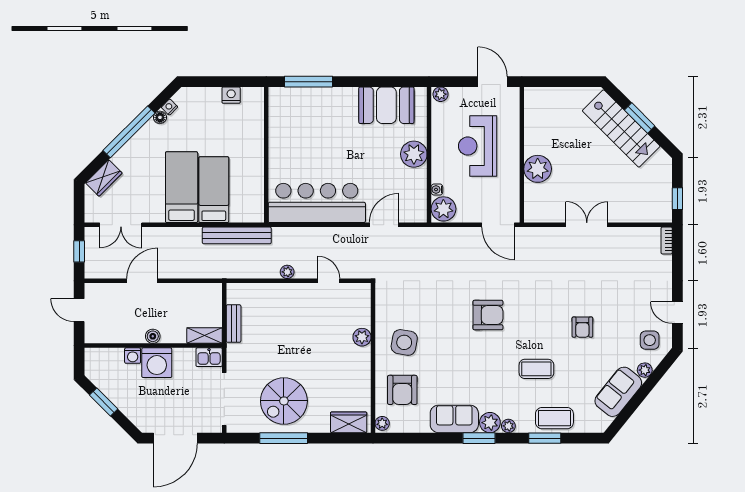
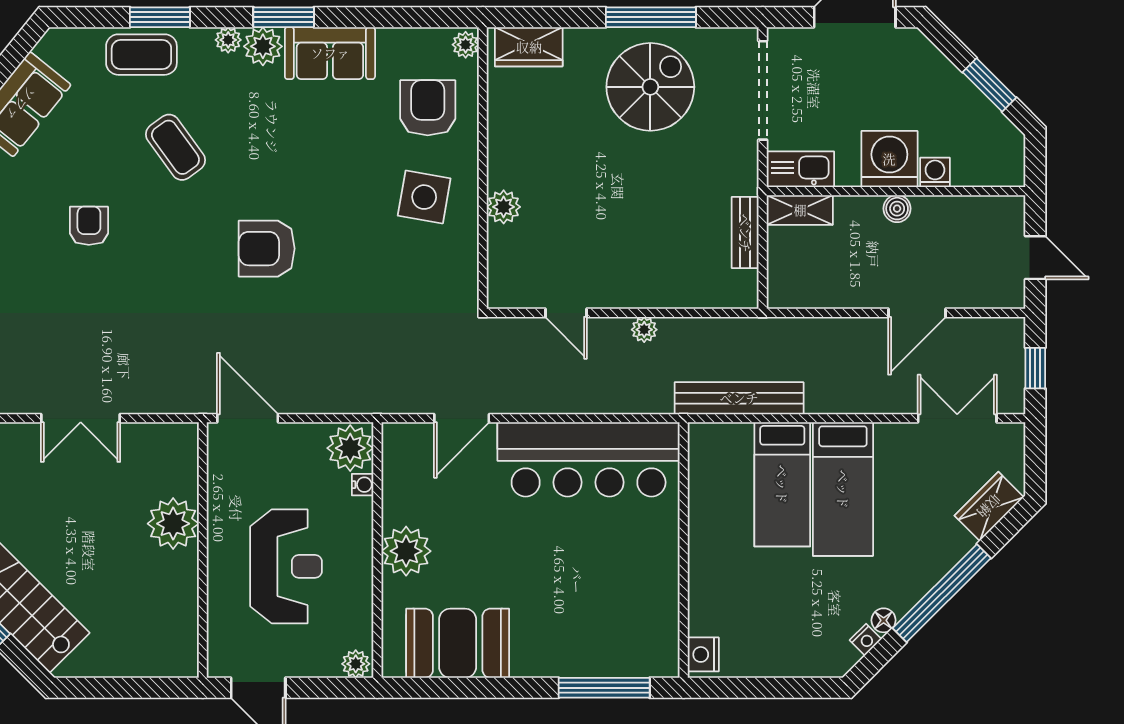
nightstand: (231, 95) -> (703, 654), moved, turned 90
kitchen sink: (209, 357) -> (800, 169), width x1.38
coffee table: (536, 369) -> (175, 147), turned 54

